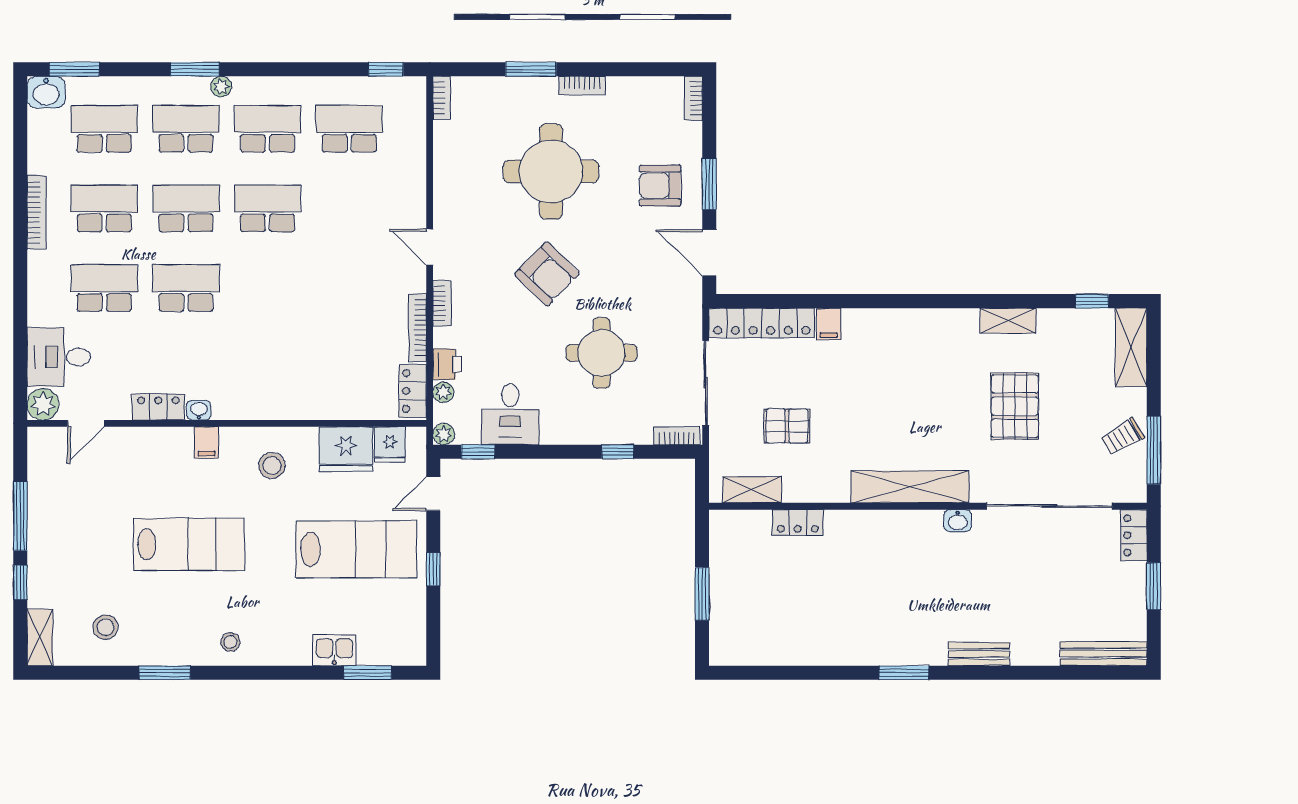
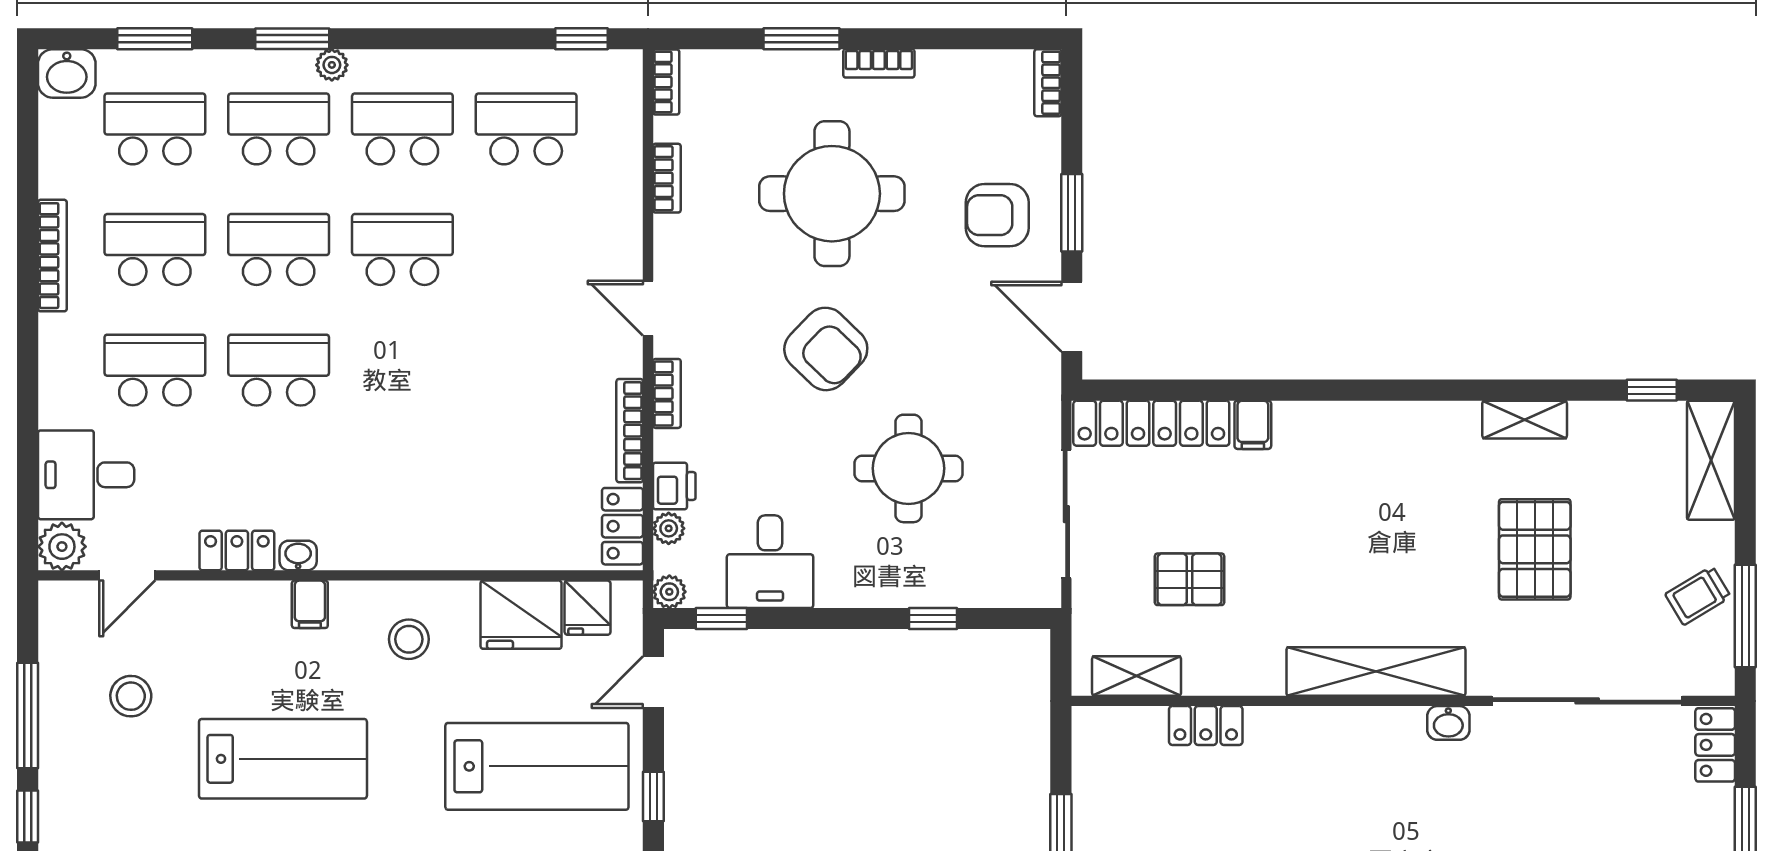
window: (74, 69) -> (155, 39), moved
bookcase: (677, 436) -> (667, 178), moved, turned 90
stool: (88, 503) -> (131, 696), added

